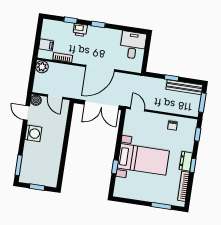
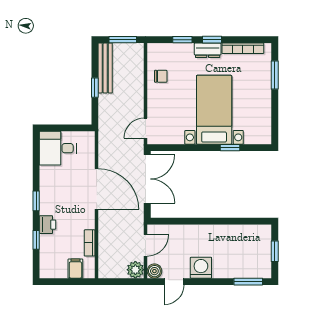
plant: (42, 67) -> (135, 270), moved
window: (198, 134) -> (182, 40), moved

